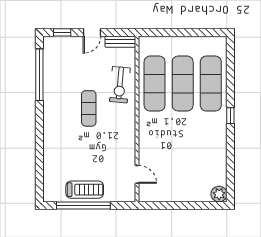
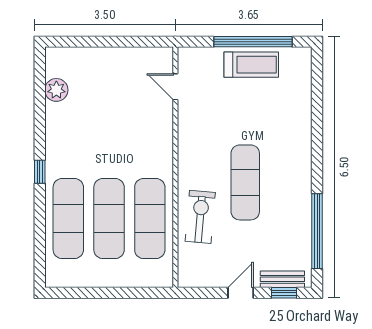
bench: (120, 42) -> (282, 279), moved
exercise mat: (89, 108) -> (245, 182), width x1.36, depth x1.45
treadmill: (85, 190) -> (251, 65), turned 180
plant: (219, 194) -> (56, 90), moved

